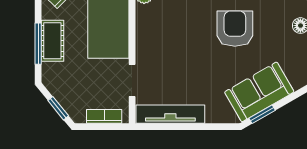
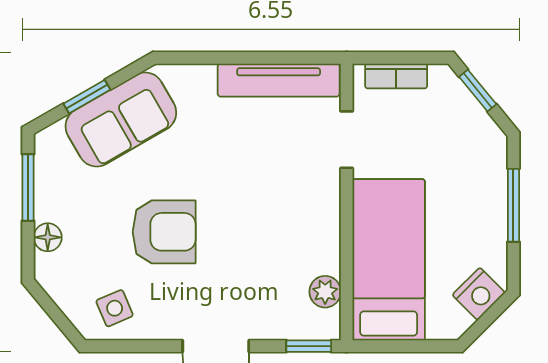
armchair: (235, 29) -> (164, 232), turned -90
cot: (52, 41) -> (488, 210), removed
window: (262, 114) -> (87, 97), moved

